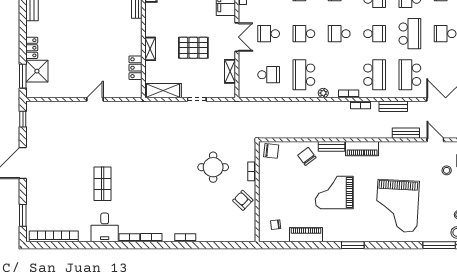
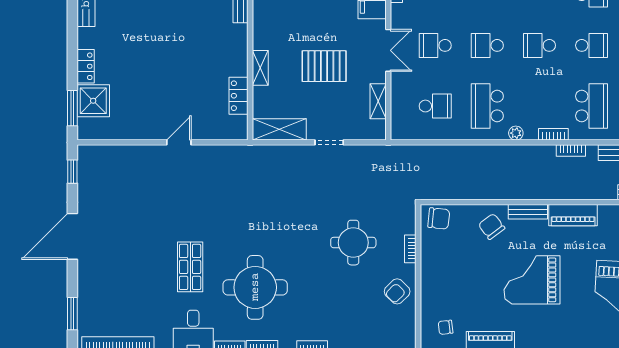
round table: (147, 198) -> (255, 287), added
armchair: (243, 200) -> (397, 291), turned -89

